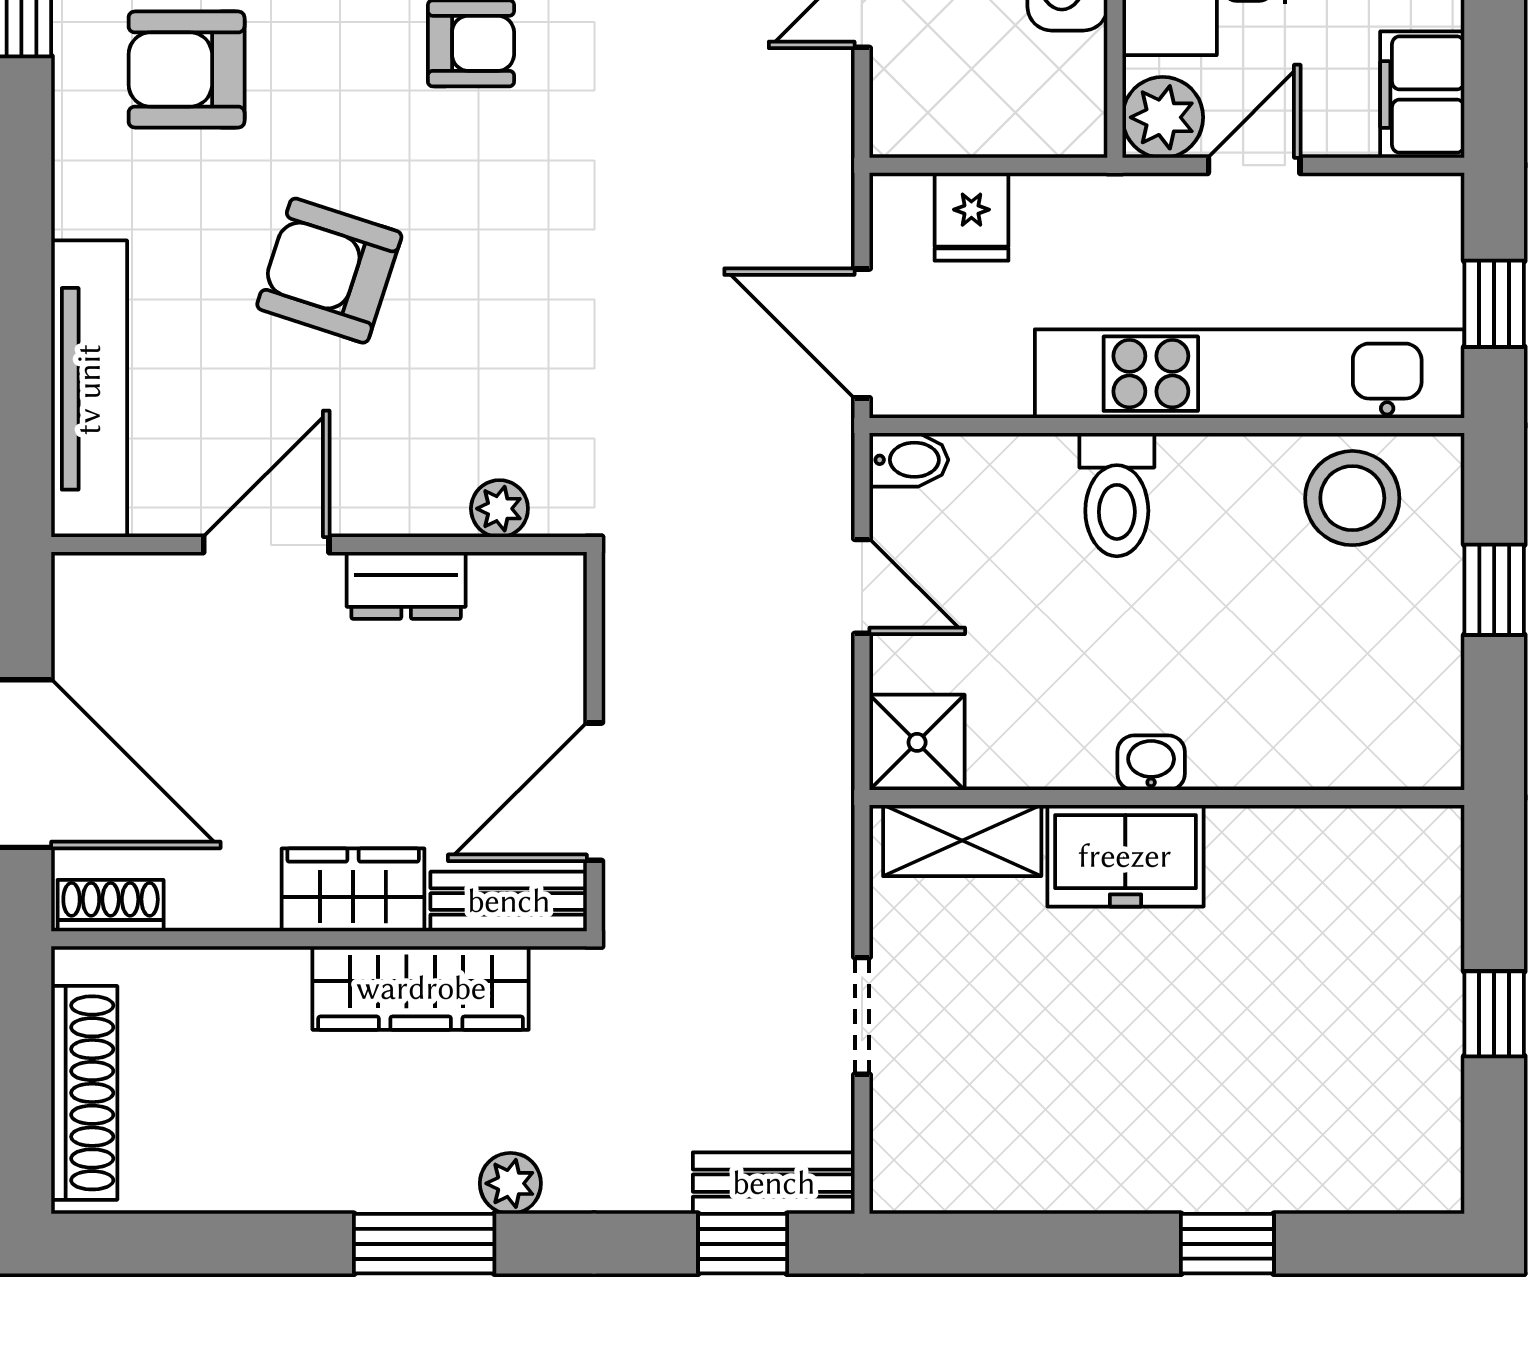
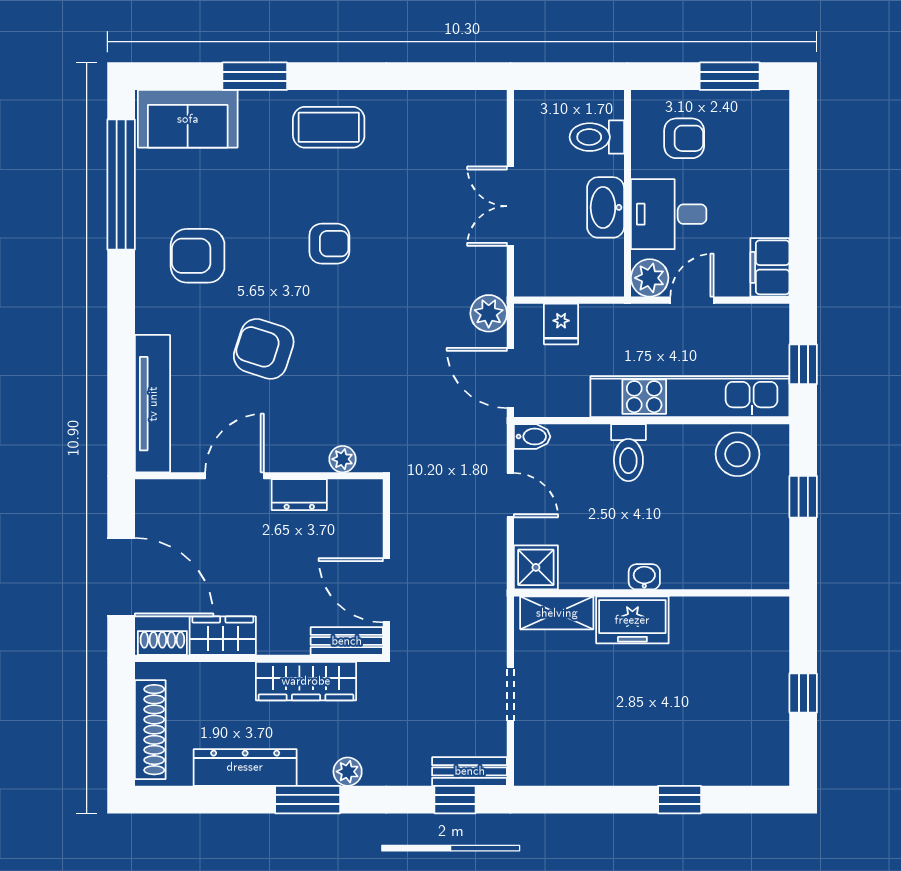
plant: (815, 194) -> (489, 313), added
door: (594, 792) -> (386, 590), hinge flipped
wardrobe: (353, 890) -> (223, 636), moved
dresser: (289, 1174) -> (245, 767), added

